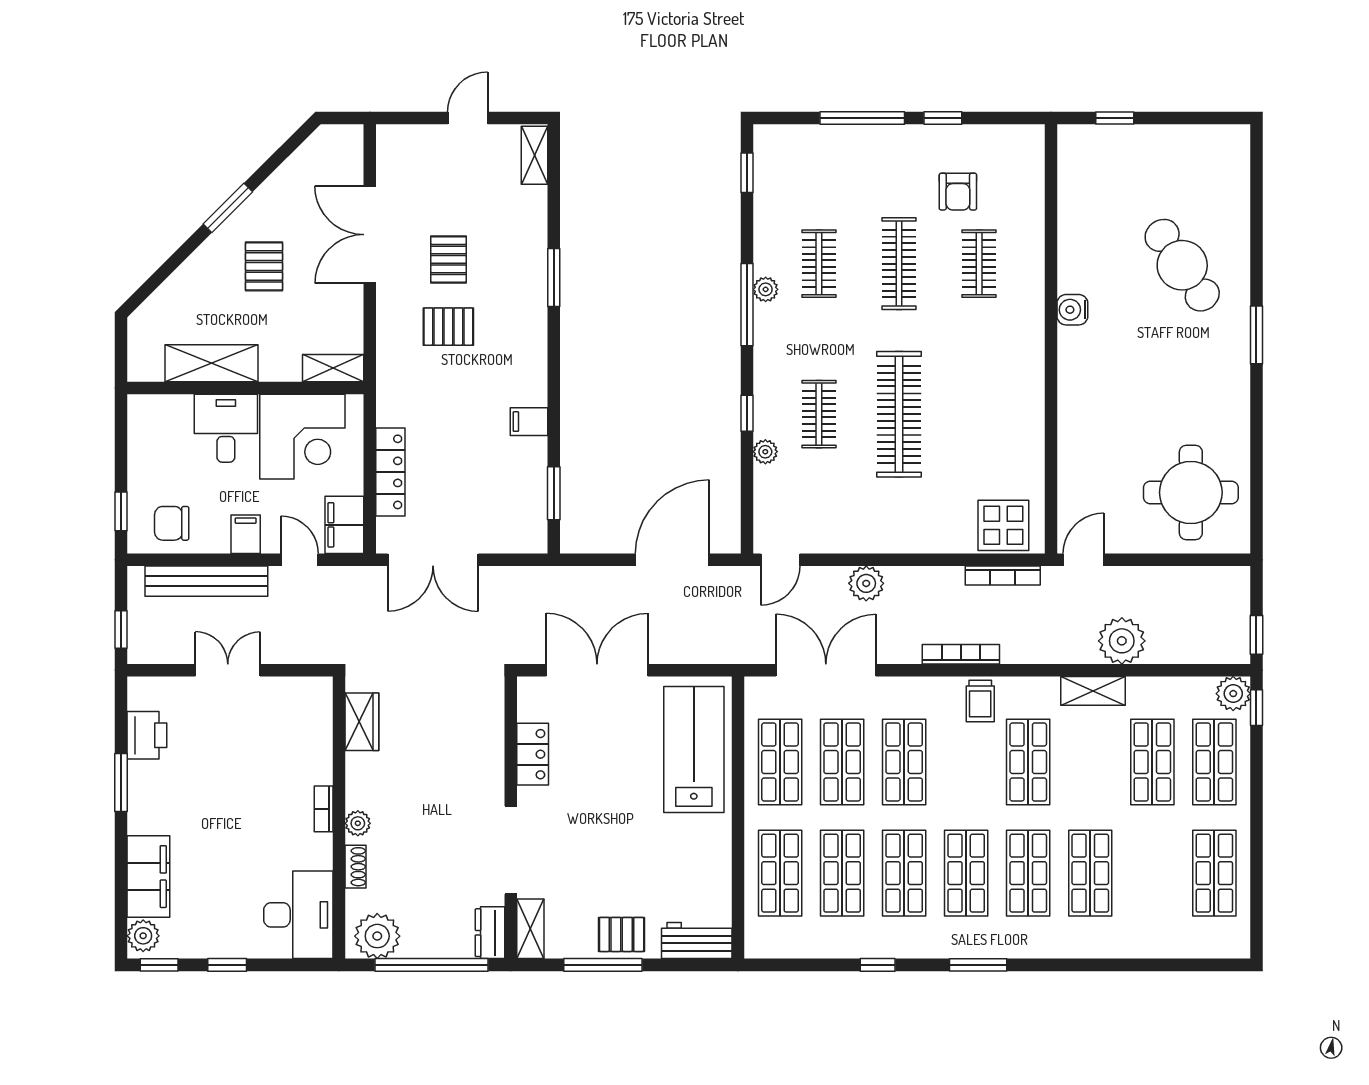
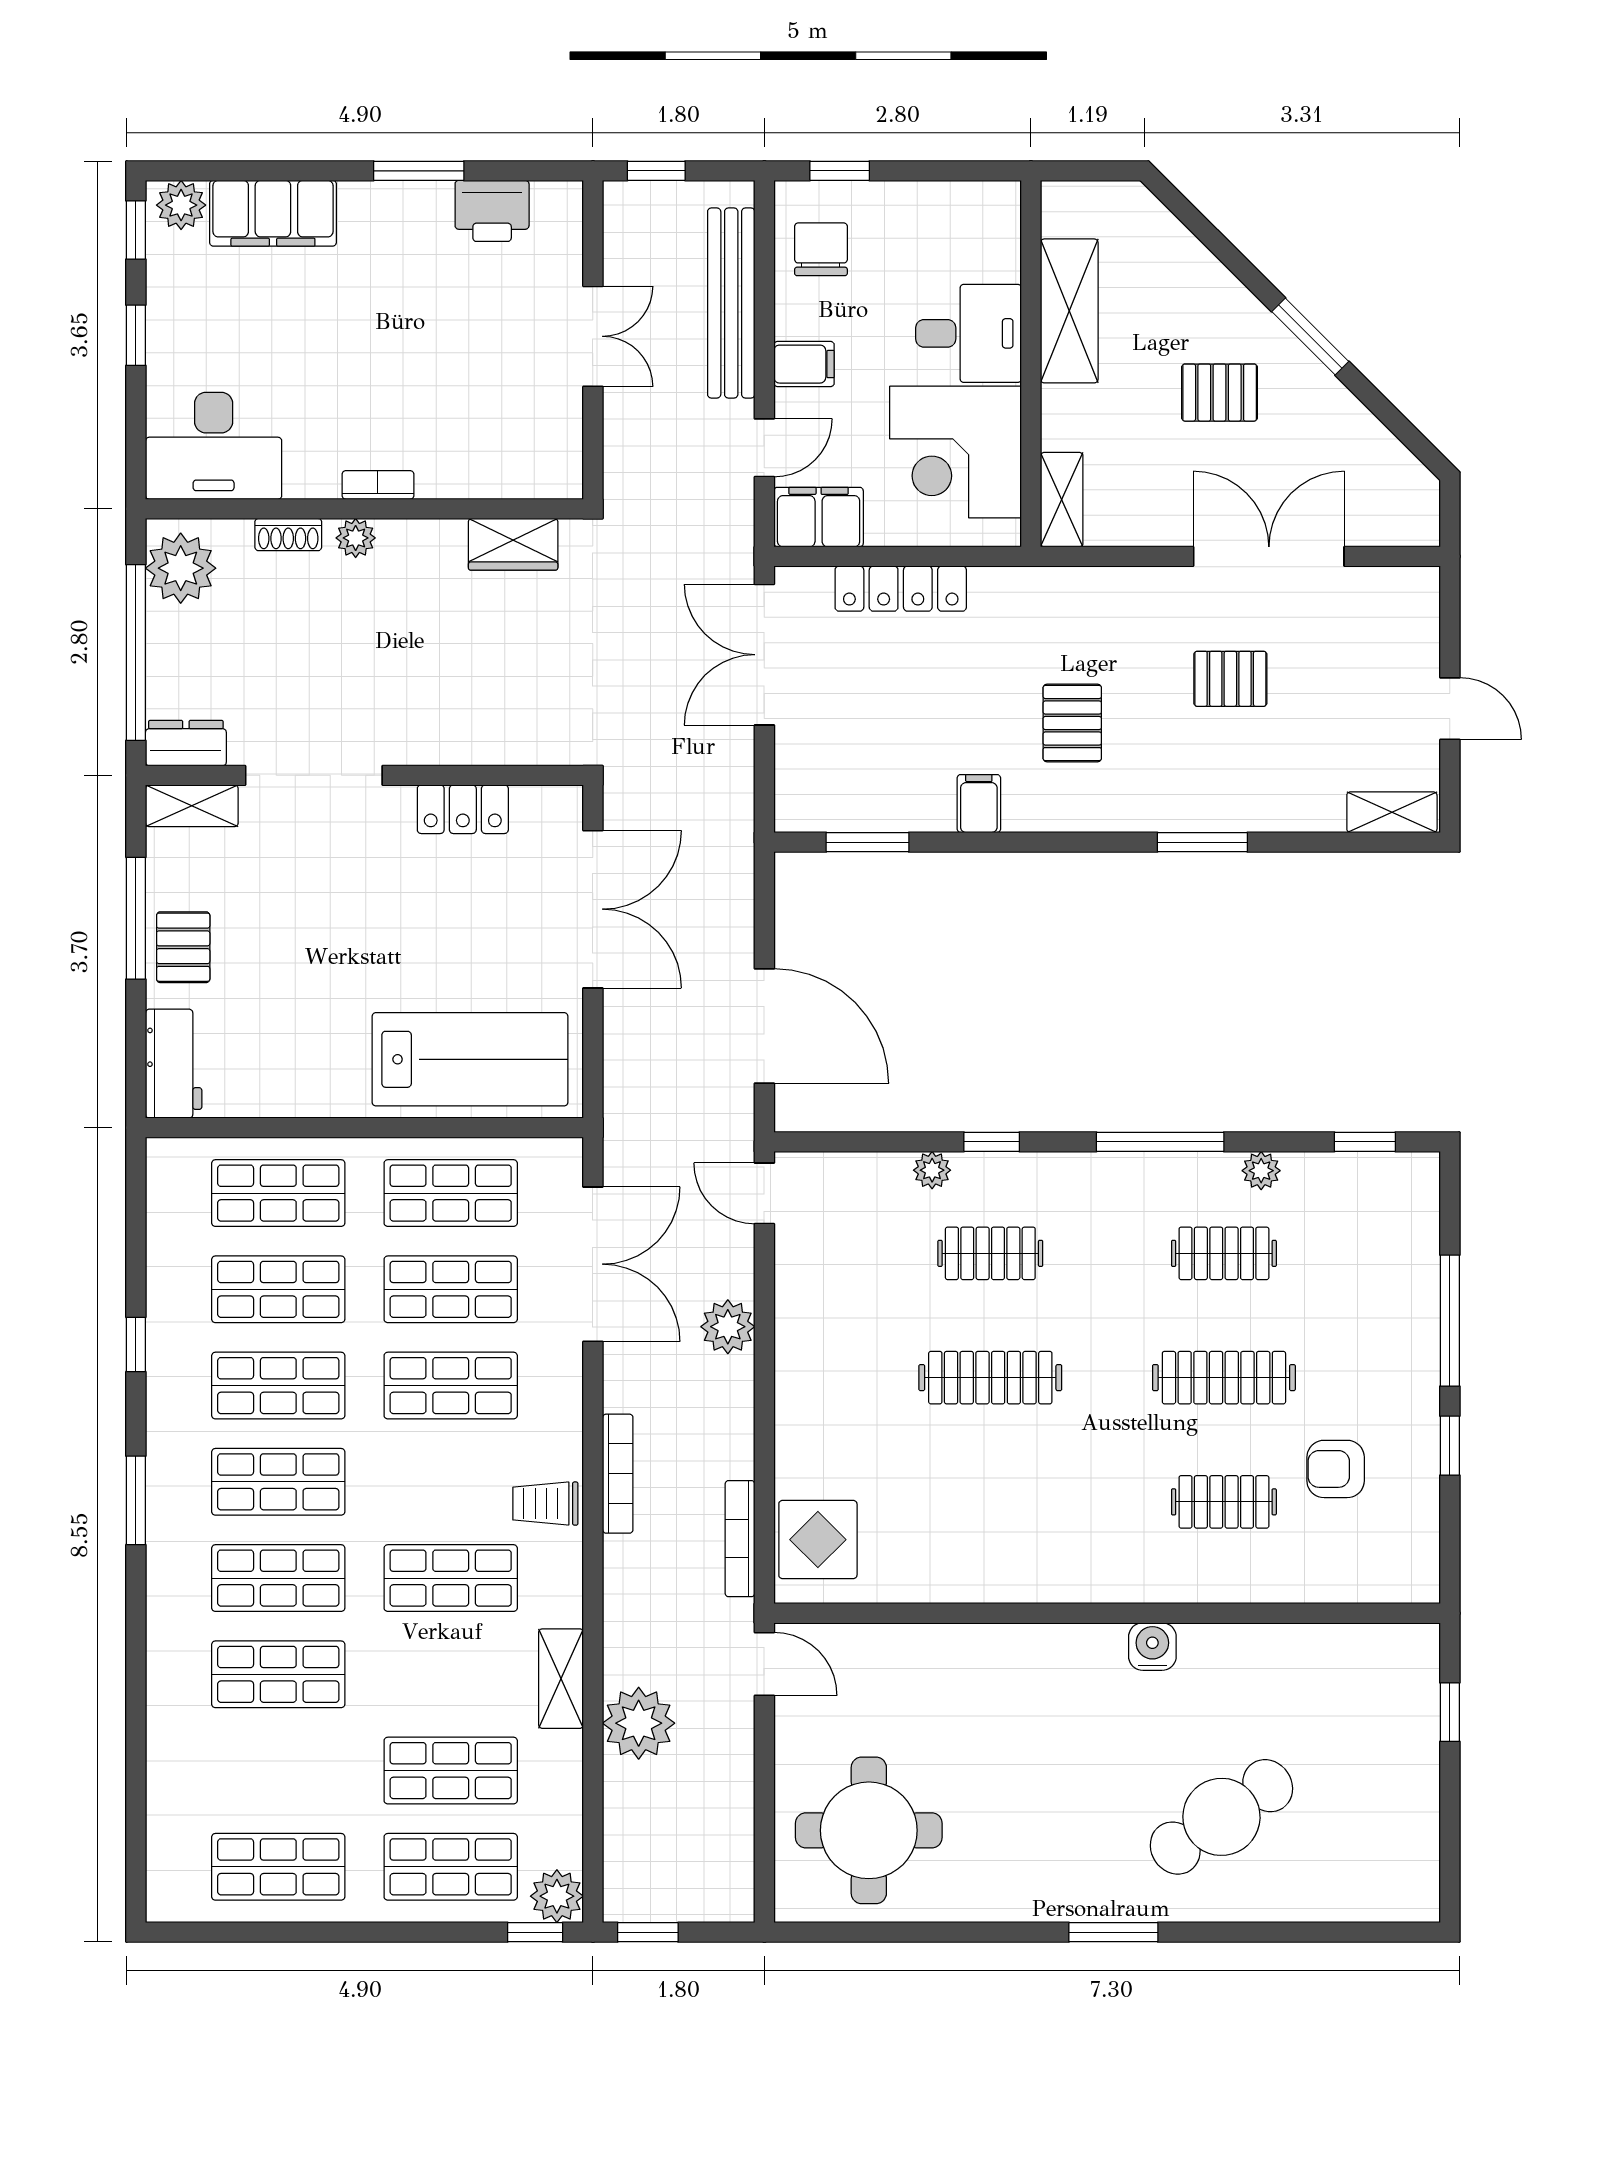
plant: (766, 289) -> (1261, 1171), moved
pallet: (448, 327) -> (1072, 723), moved
clothes rail: (899, 414) -> (990, 1378), width x0.73, depth x0.76

